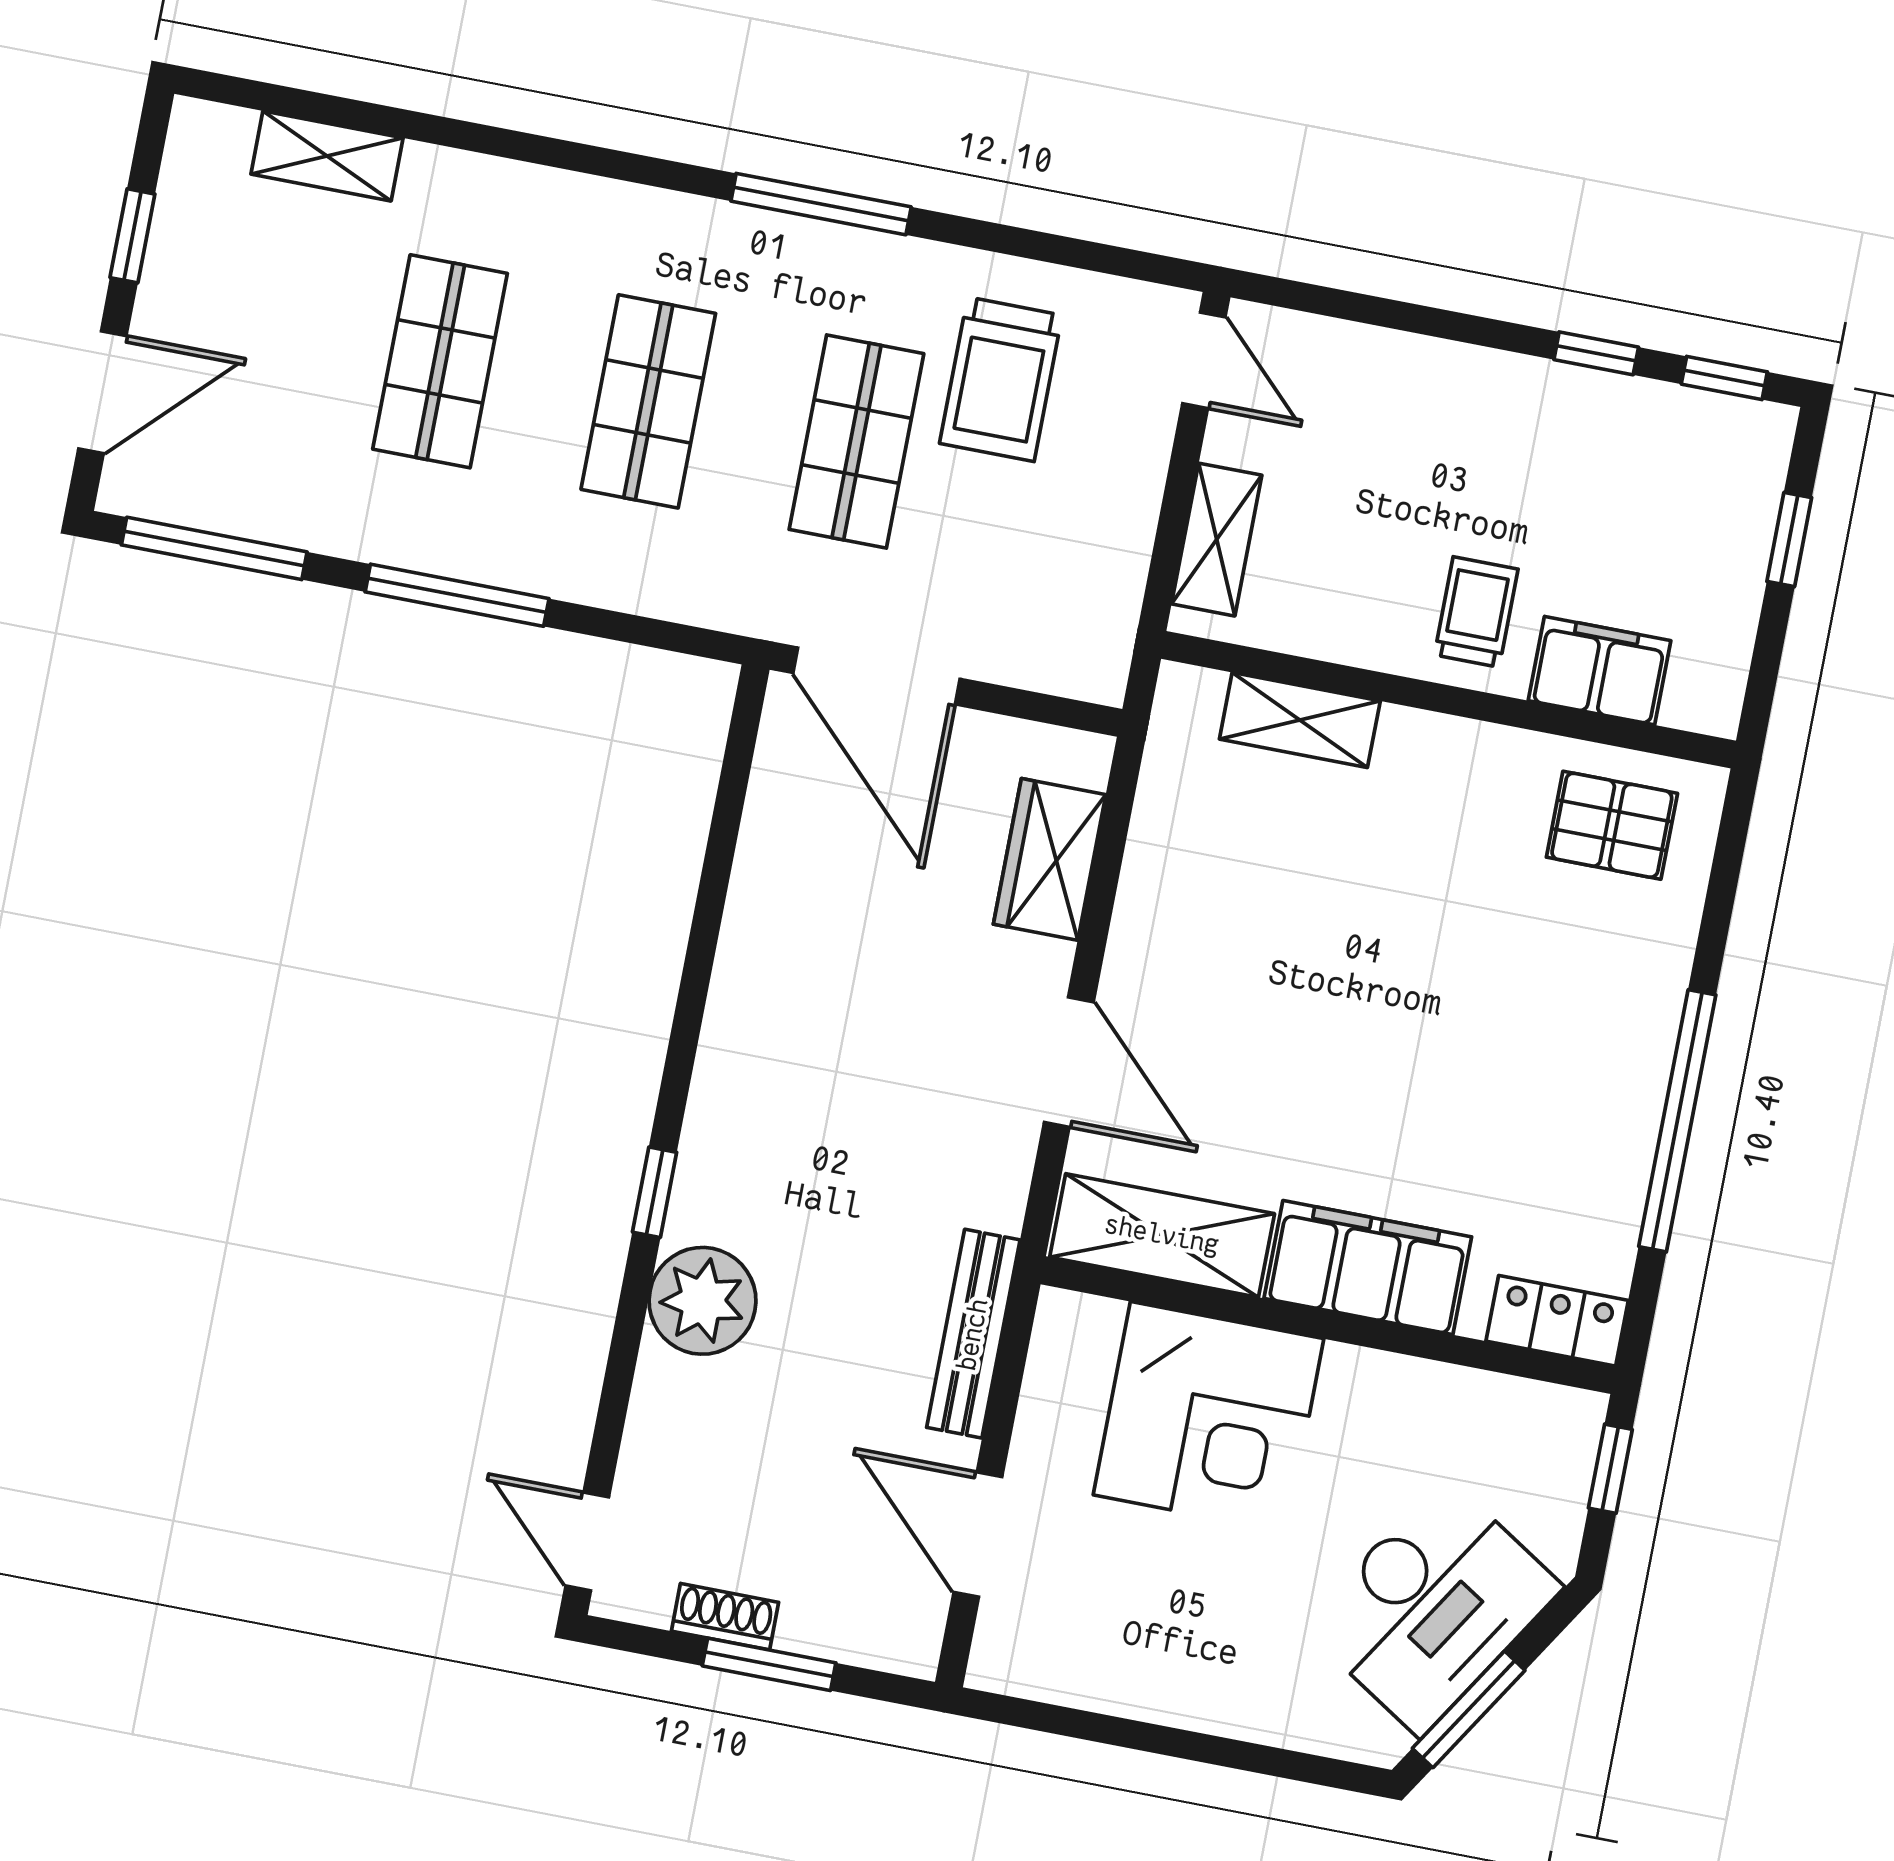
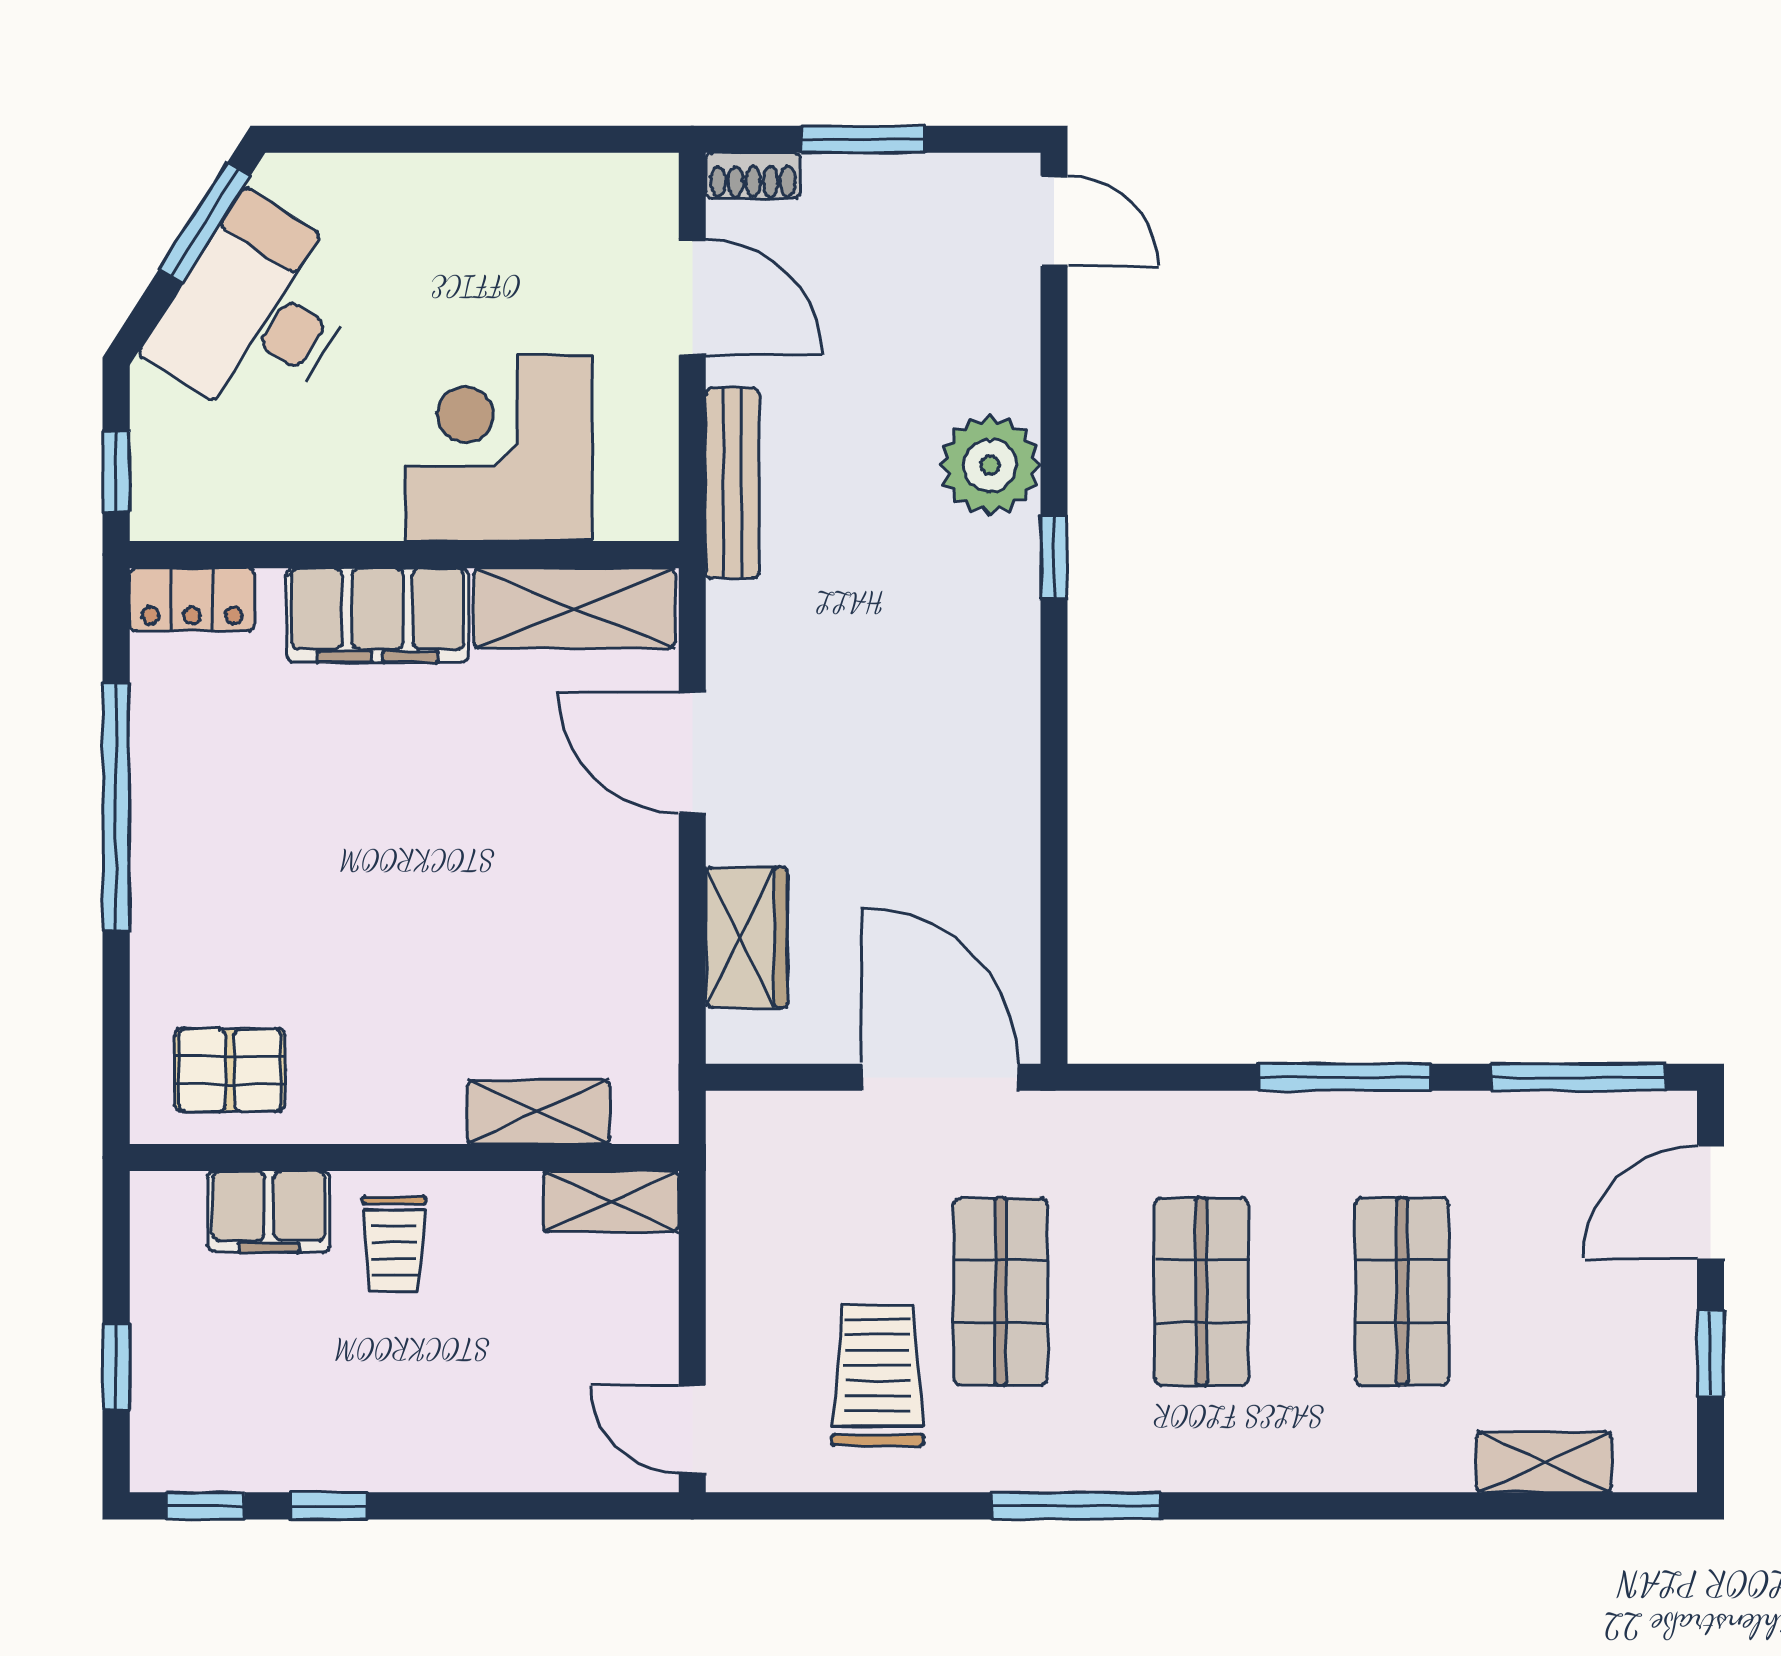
shelving: (1217, 540) -> (611, 1201), moved, turned 90
shoe rack: (725, 1617) -> (753, 176), moved

